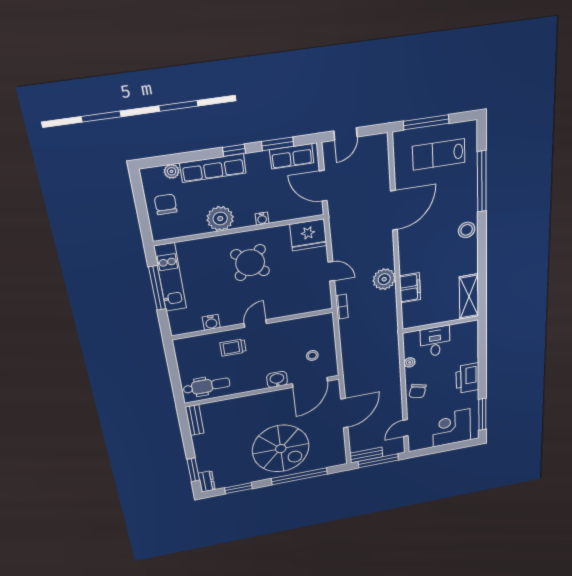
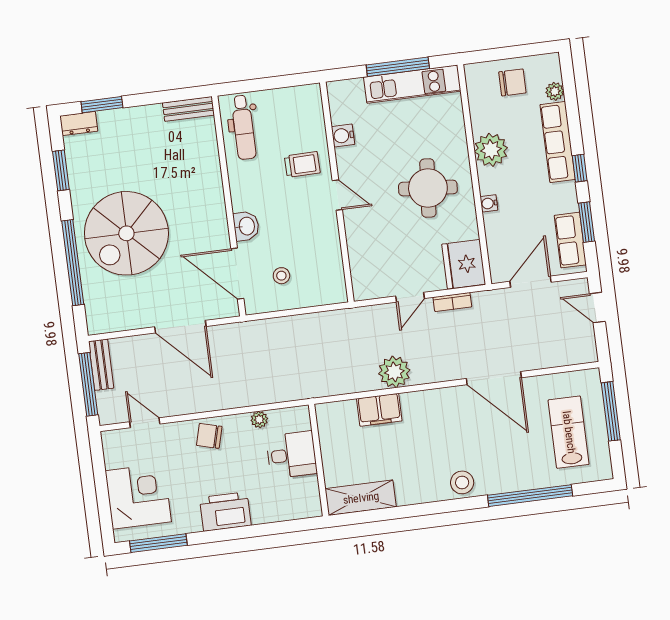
round table: (250, 263) -> (428, 188), turned -37
bookcase: (342, 307) -> (452, 302), moved
trolley: (233, 347) -> (302, 165), turned 89

